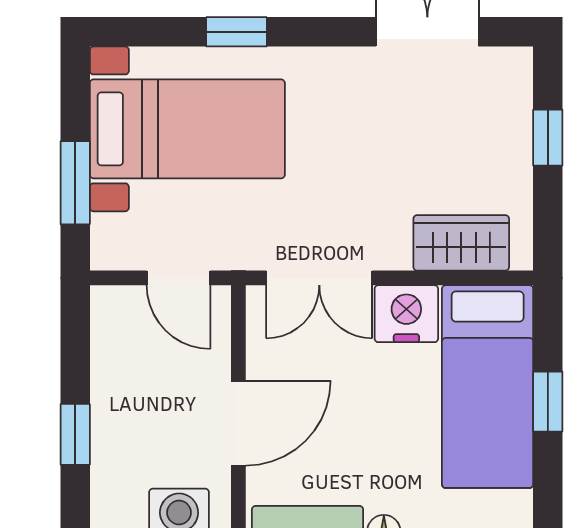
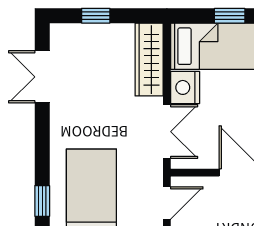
window: (237, 32) -> (42, 201), moved
wardrobe: (461, 243) -> (149, 60), width x1.50

